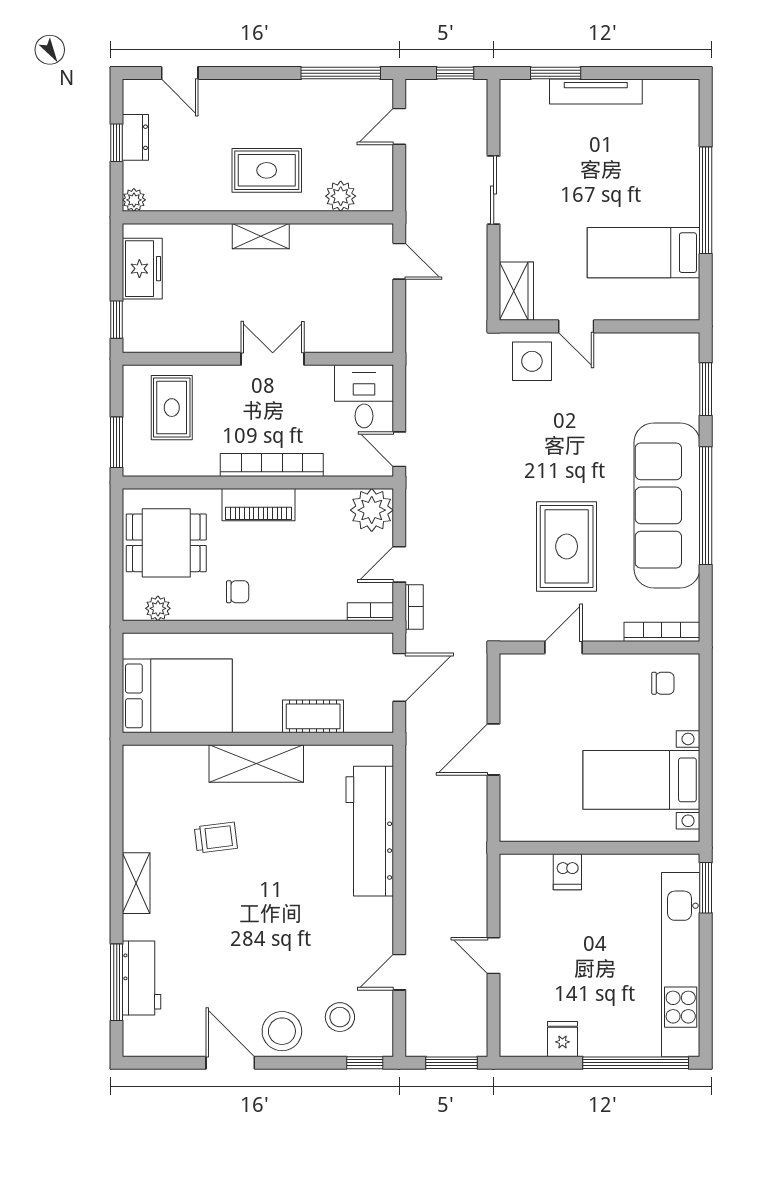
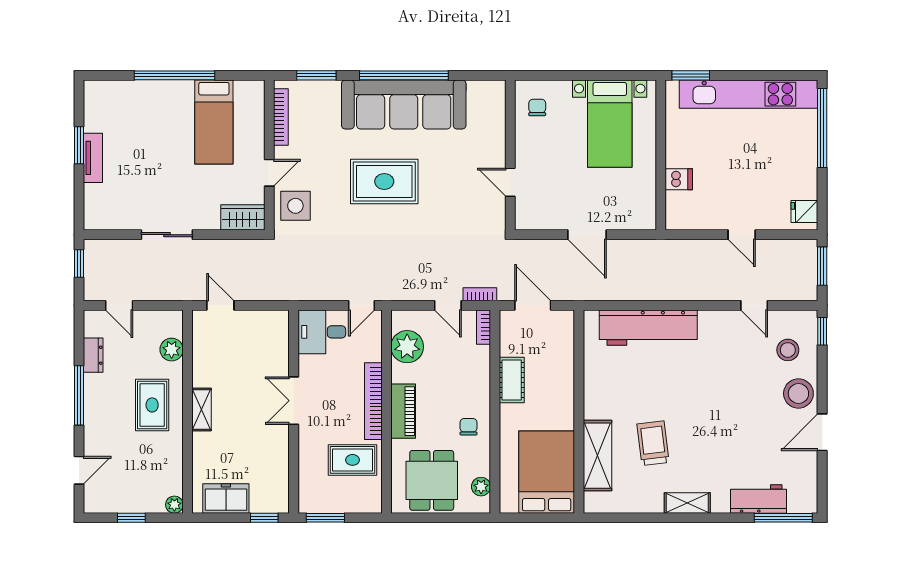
window: (341, 73) -> (79, 395), moved
window: (556, 73) -> (79, 145), moved
tv unit: (596, 91) -> (93, 158), width x0.71
dresser: (135, 137) -> (93, 355), moved, turned 90
door: (399, 261) -> (220, 305), hinge flipped
rug: (172, 408) -> (352, 460), moved
window: (117, 442) -> (325, 518), moved
plant: (372, 510) -> (407, 347), moved
rug: (567, 546) -> (384, 181), moved
bookcase: (662, 632) -> (281, 117), moved, turned 180
cot: (313, 716) -> (512, 380), moved
shelving: (256, 763) -> (597, 456), moved
trolley: (216, 838) -> (653, 443), width x1.36, depth x1.39
door: (494, 956) -> (742, 235), hinge flipped
window: (117, 982) -> (783, 518), moved
fridge: (562, 1039) -> (804, 212), moved

